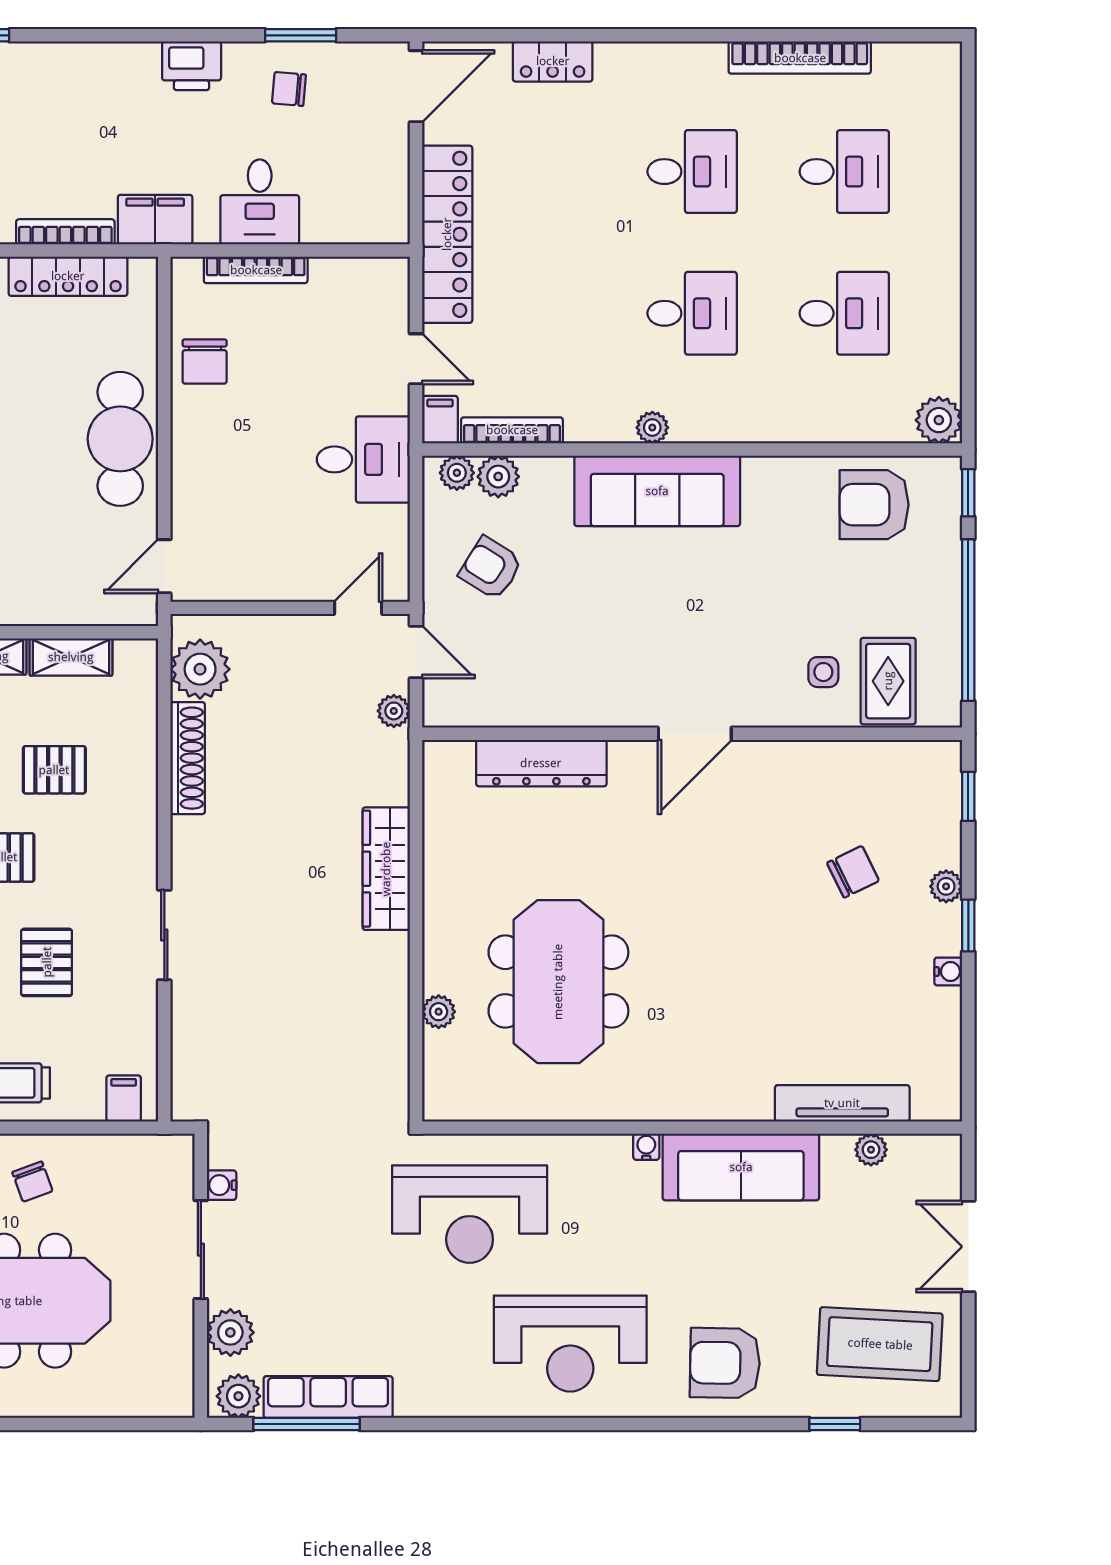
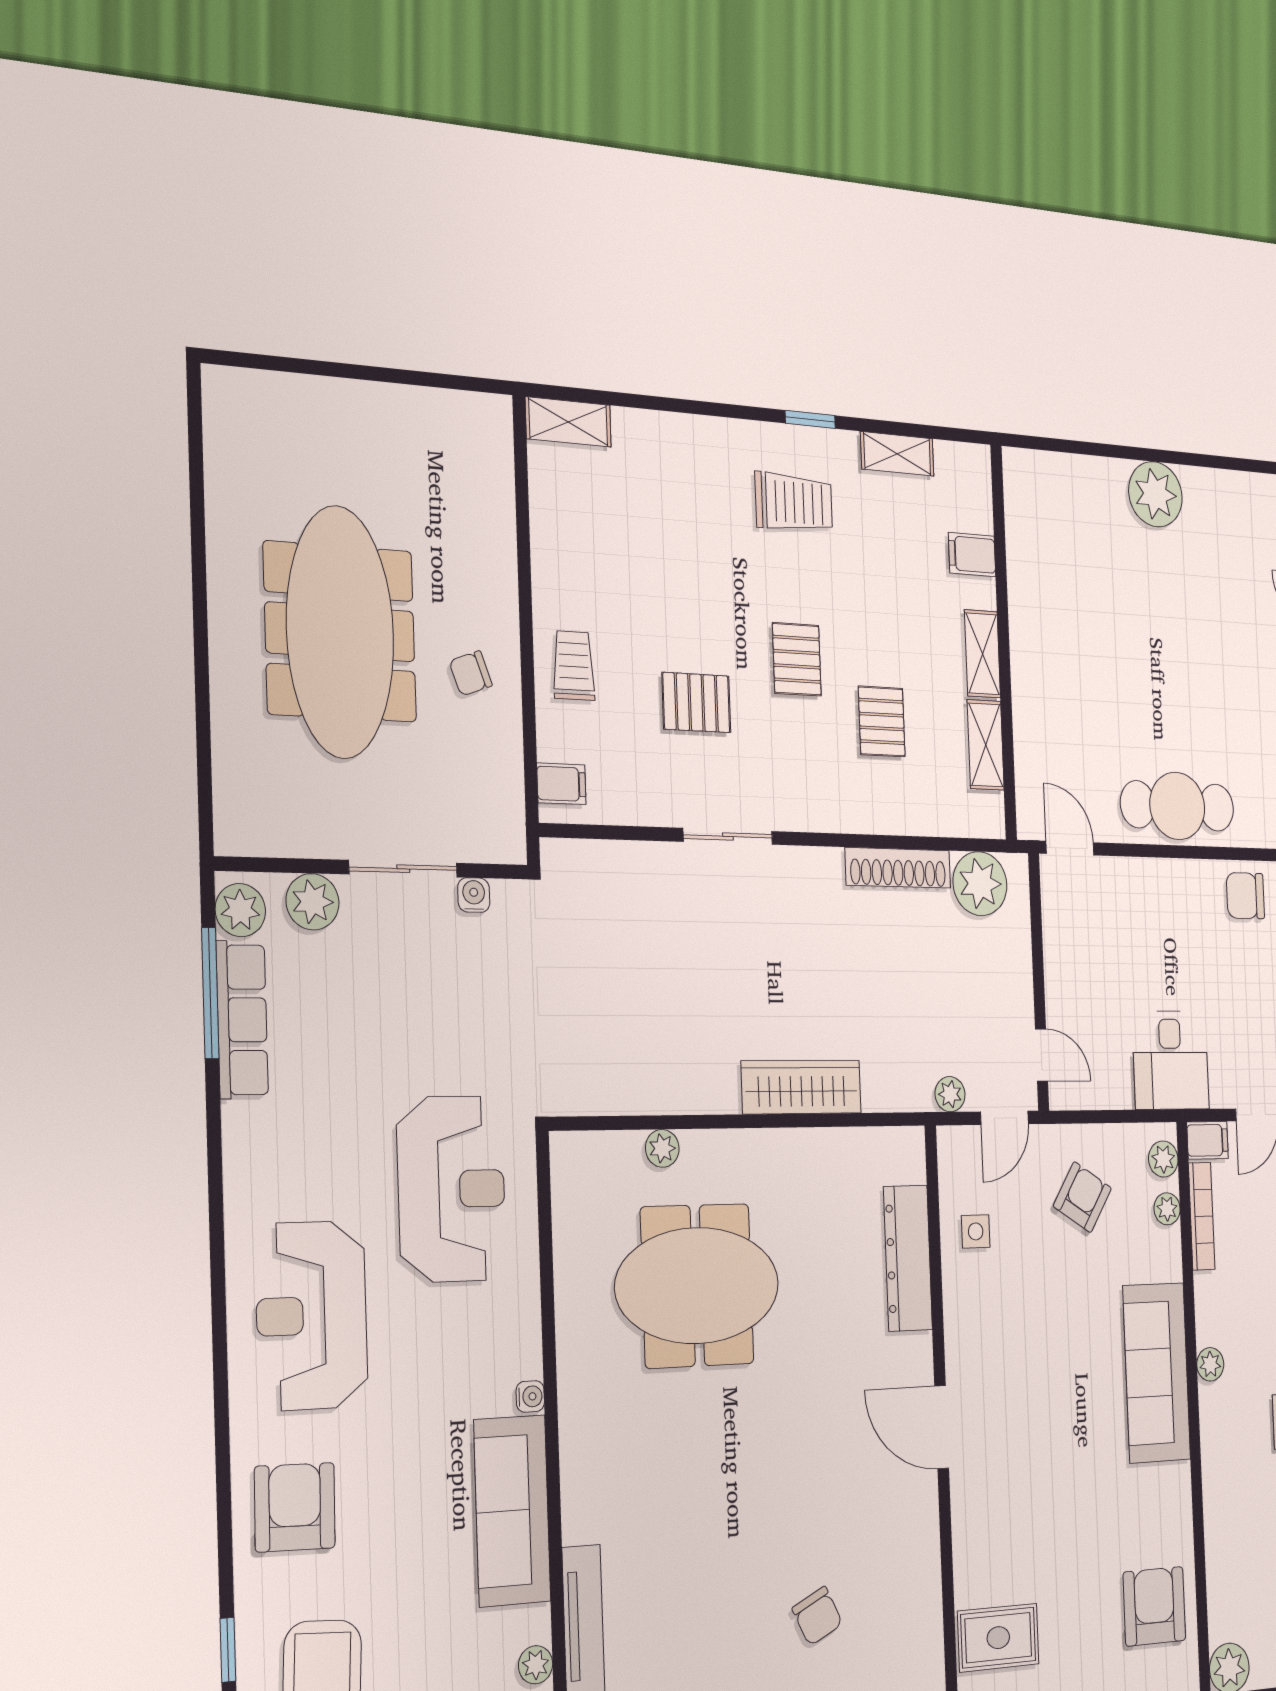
plant: (498, 477) -> (1167, 1209), width x0.73, depth x0.73
side table: (823, 672) -> (976, 1231), moved
reception desk: (470, 1214) -> (452, 1189), turned 180

